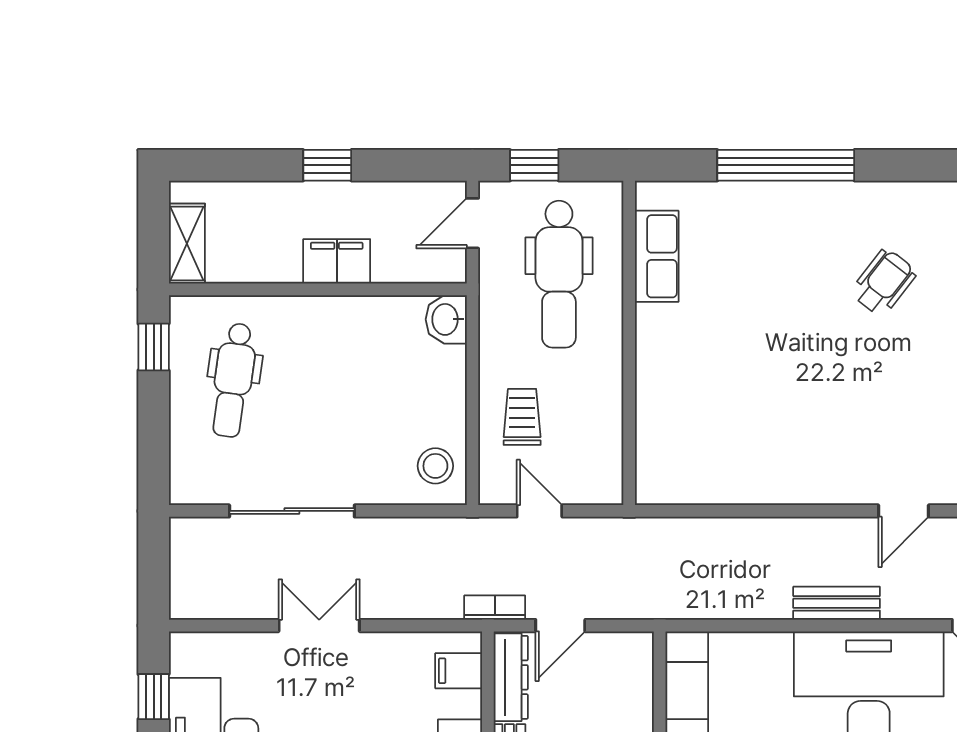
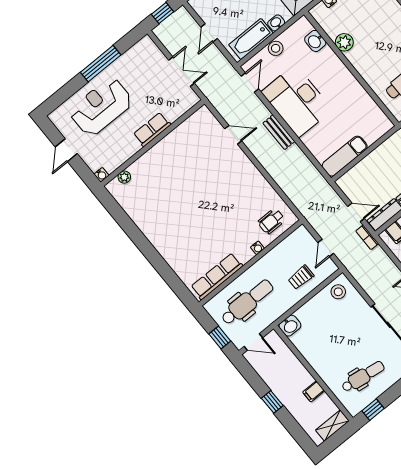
window: (786, 165) -> (156, 259), removed
row of seats: (657, 256) -> (217, 276), width x1.48
filing cabinet: (337, 261) -> (314, 391), moved, width x0.50
wheelchair: (884, 282) -> (271, 221), moved, turned -38
water cooler: (648, 380) -> (257, 248), added

